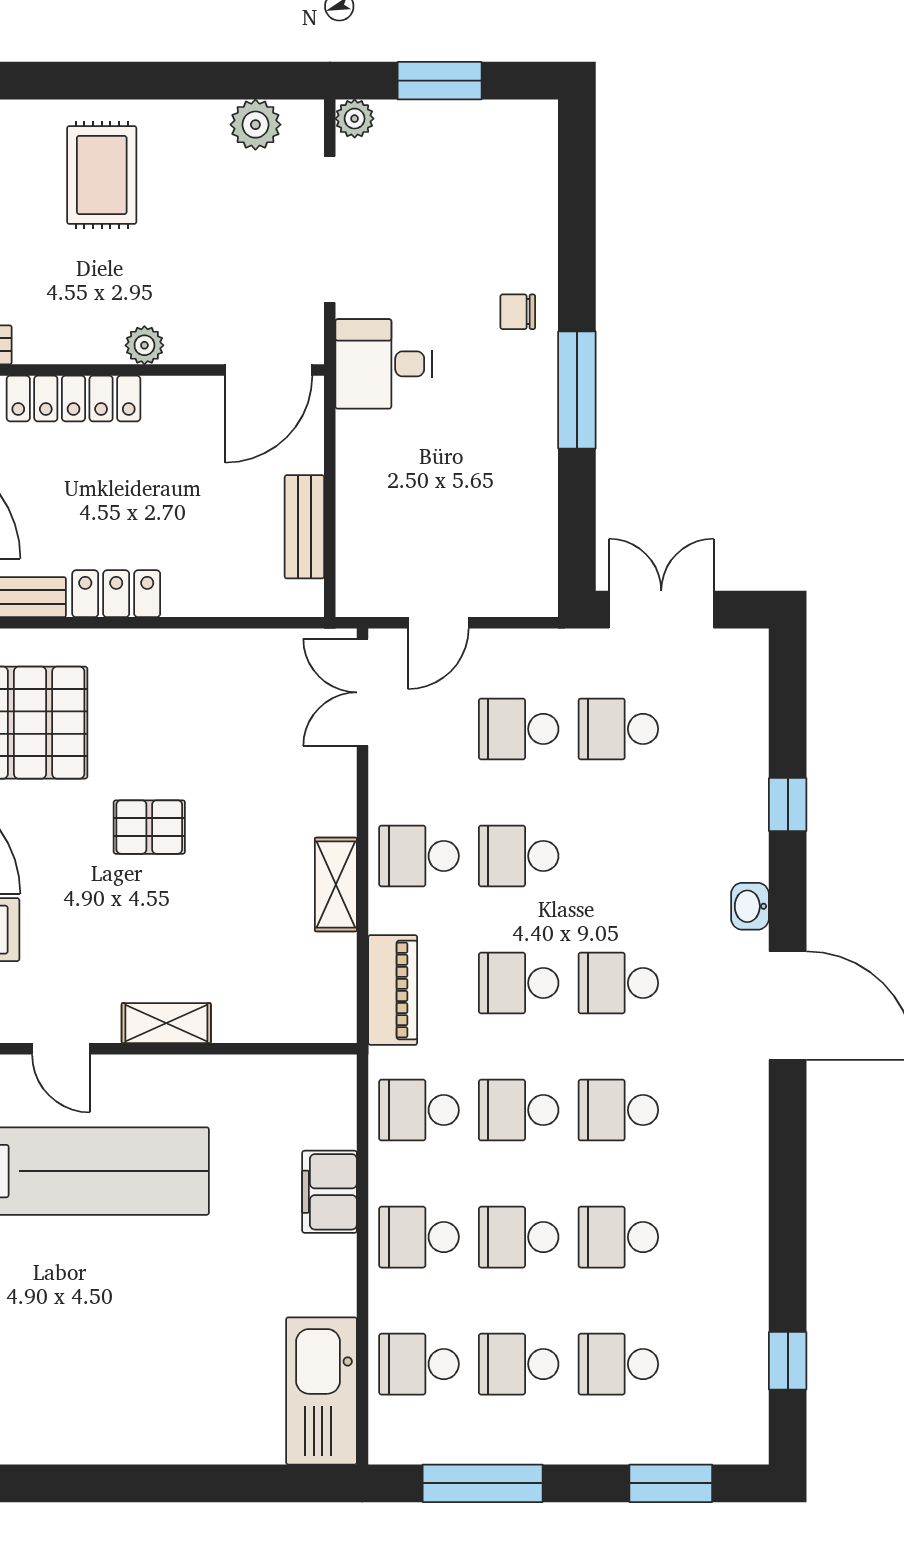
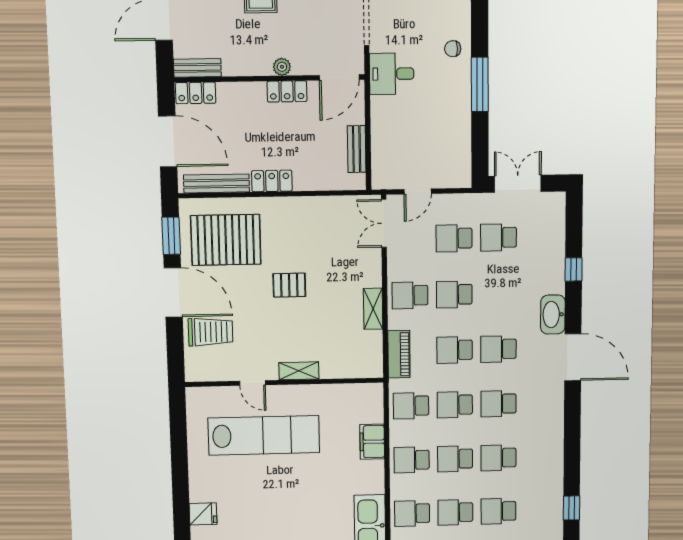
locker: (73, 398) -> (287, 91), moved, width x0.66
washbasin: (750, 906) -> (553, 314), width x1.91, depth x1.45

